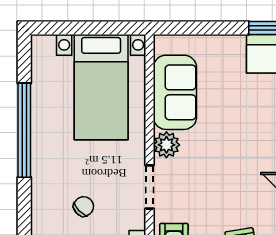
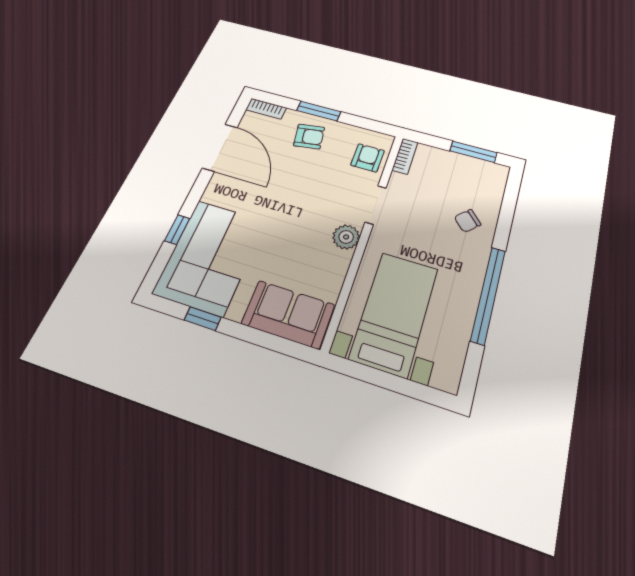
sofa: (175, 92) -> (288, 314), moved, turned 90
chair: (84, 206) -> (468, 221), moved

